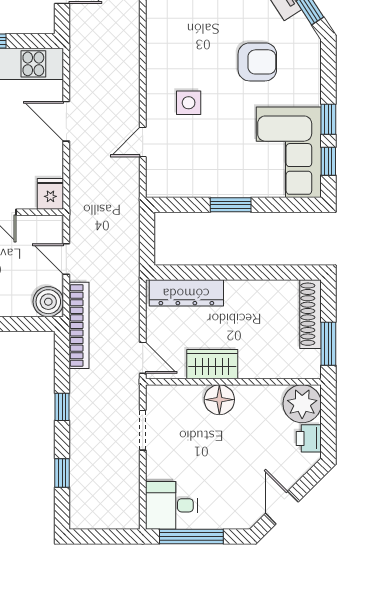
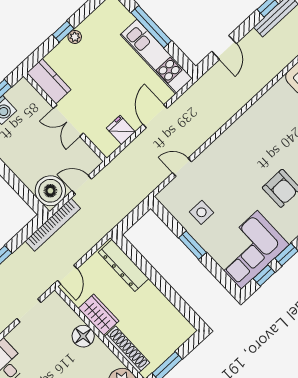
side table: (189, 103) -> (202, 212), moved
fridge: (50, 194) -> (121, 130), moved, turned -90
door: (66, 259) -> (82, 185), hinge flipped
boiler: (48, 302) -> (50, 191), width x1.37, depth x1.37
shoe rack: (311, 314) -> (127, 350), moved, turned 90

